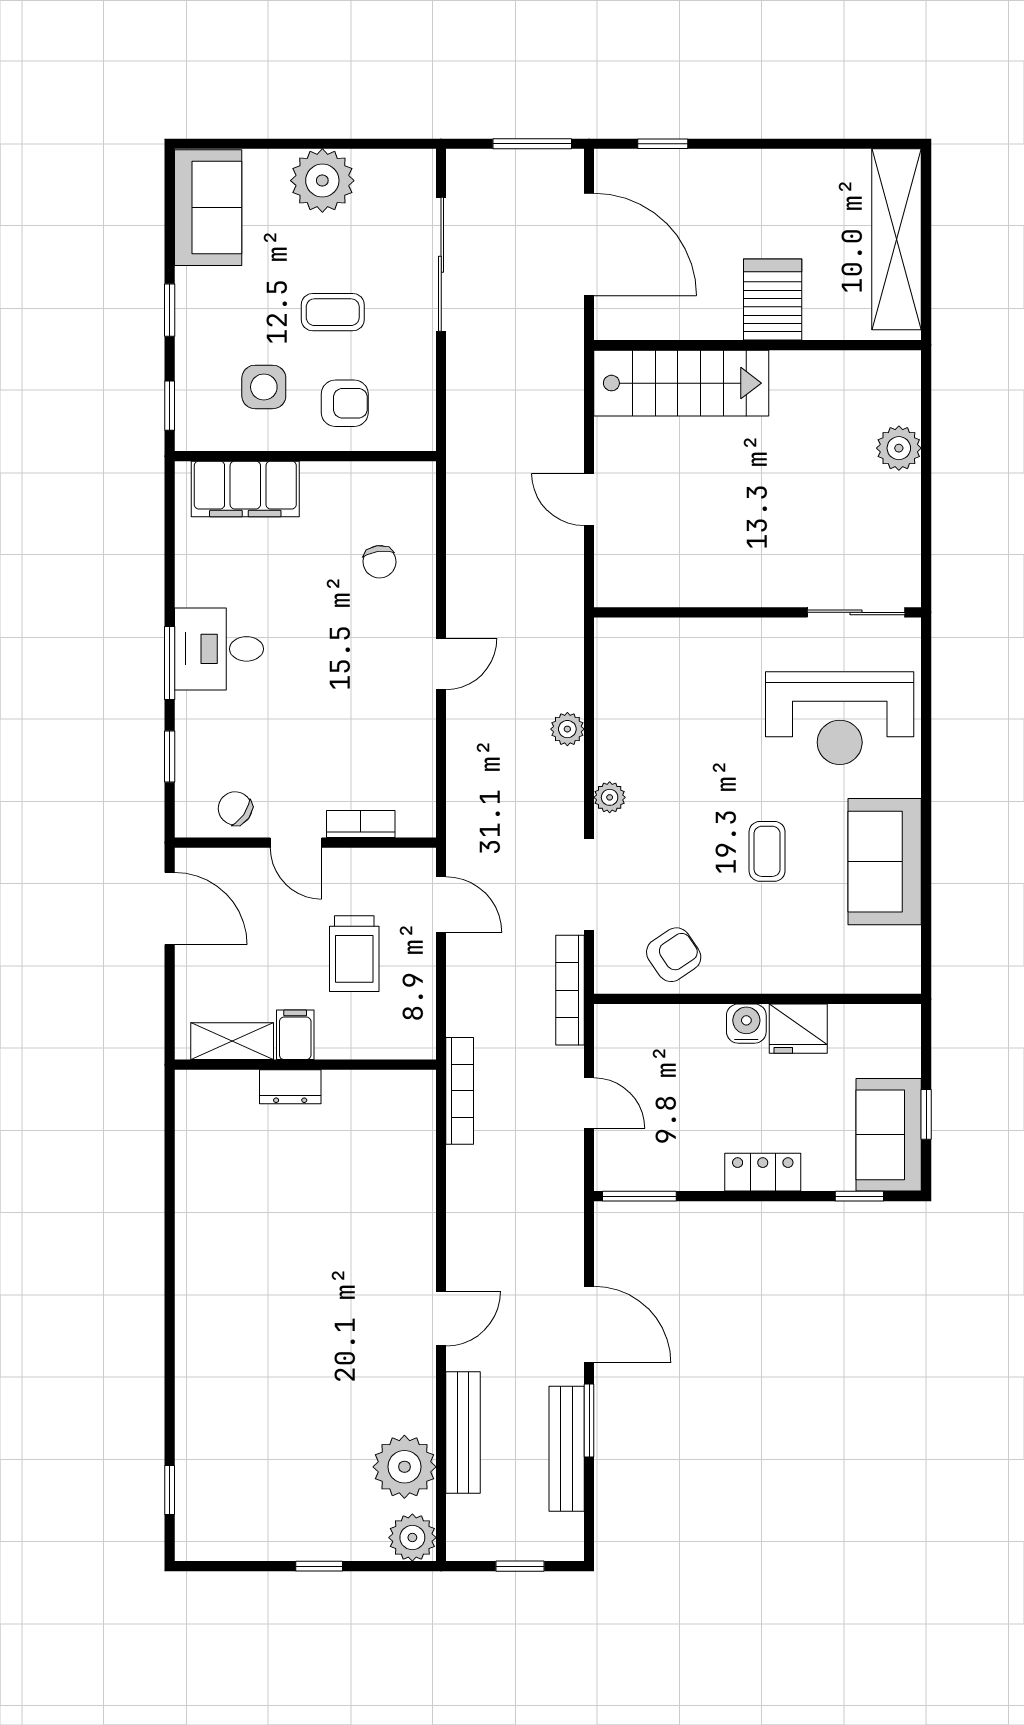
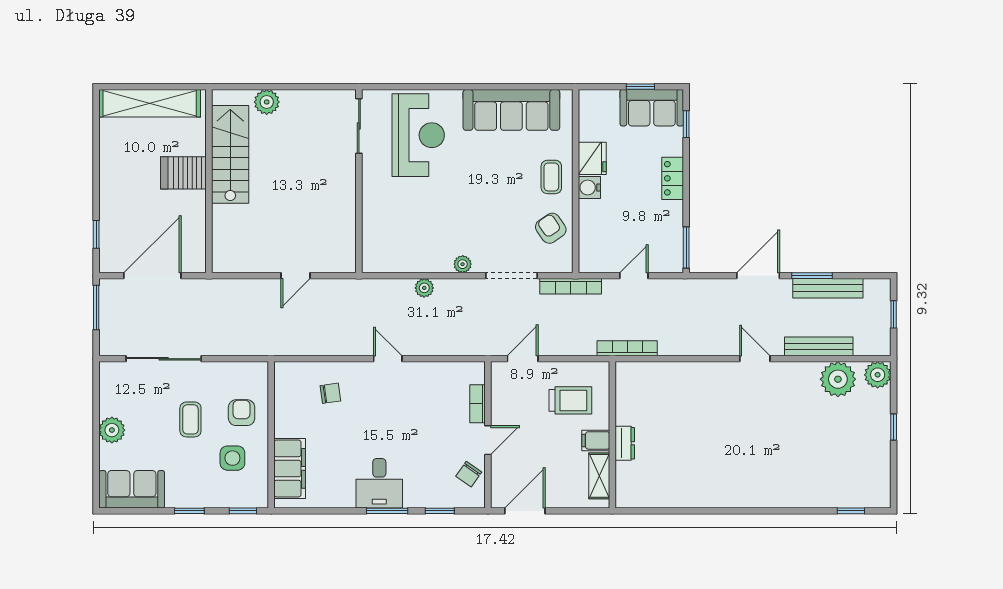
plant: (322, 181) -> (112, 430), width x0.73, depth x0.73
stairs: (681, 383) -> (230, 154), moved
coffee table: (767, 851) -> (551, 177), moved, turned 90
sofa: (885, 862) -> (511, 110), width x1.36
trolley: (354, 954) -> (570, 400), moved

